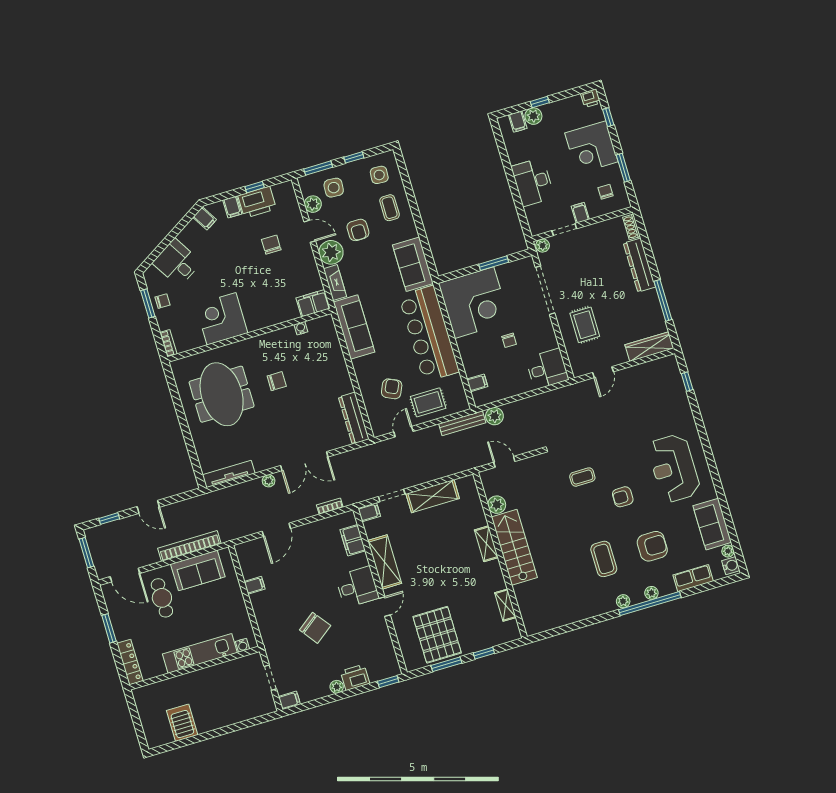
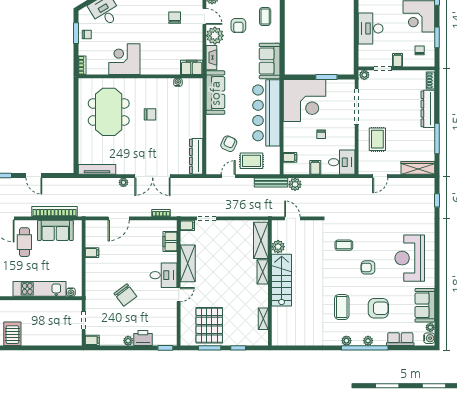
filing cabinet: (514, 386) -> (315, 167), added
shelving: (433, 496) -> (261, 240), moved, turned 90

